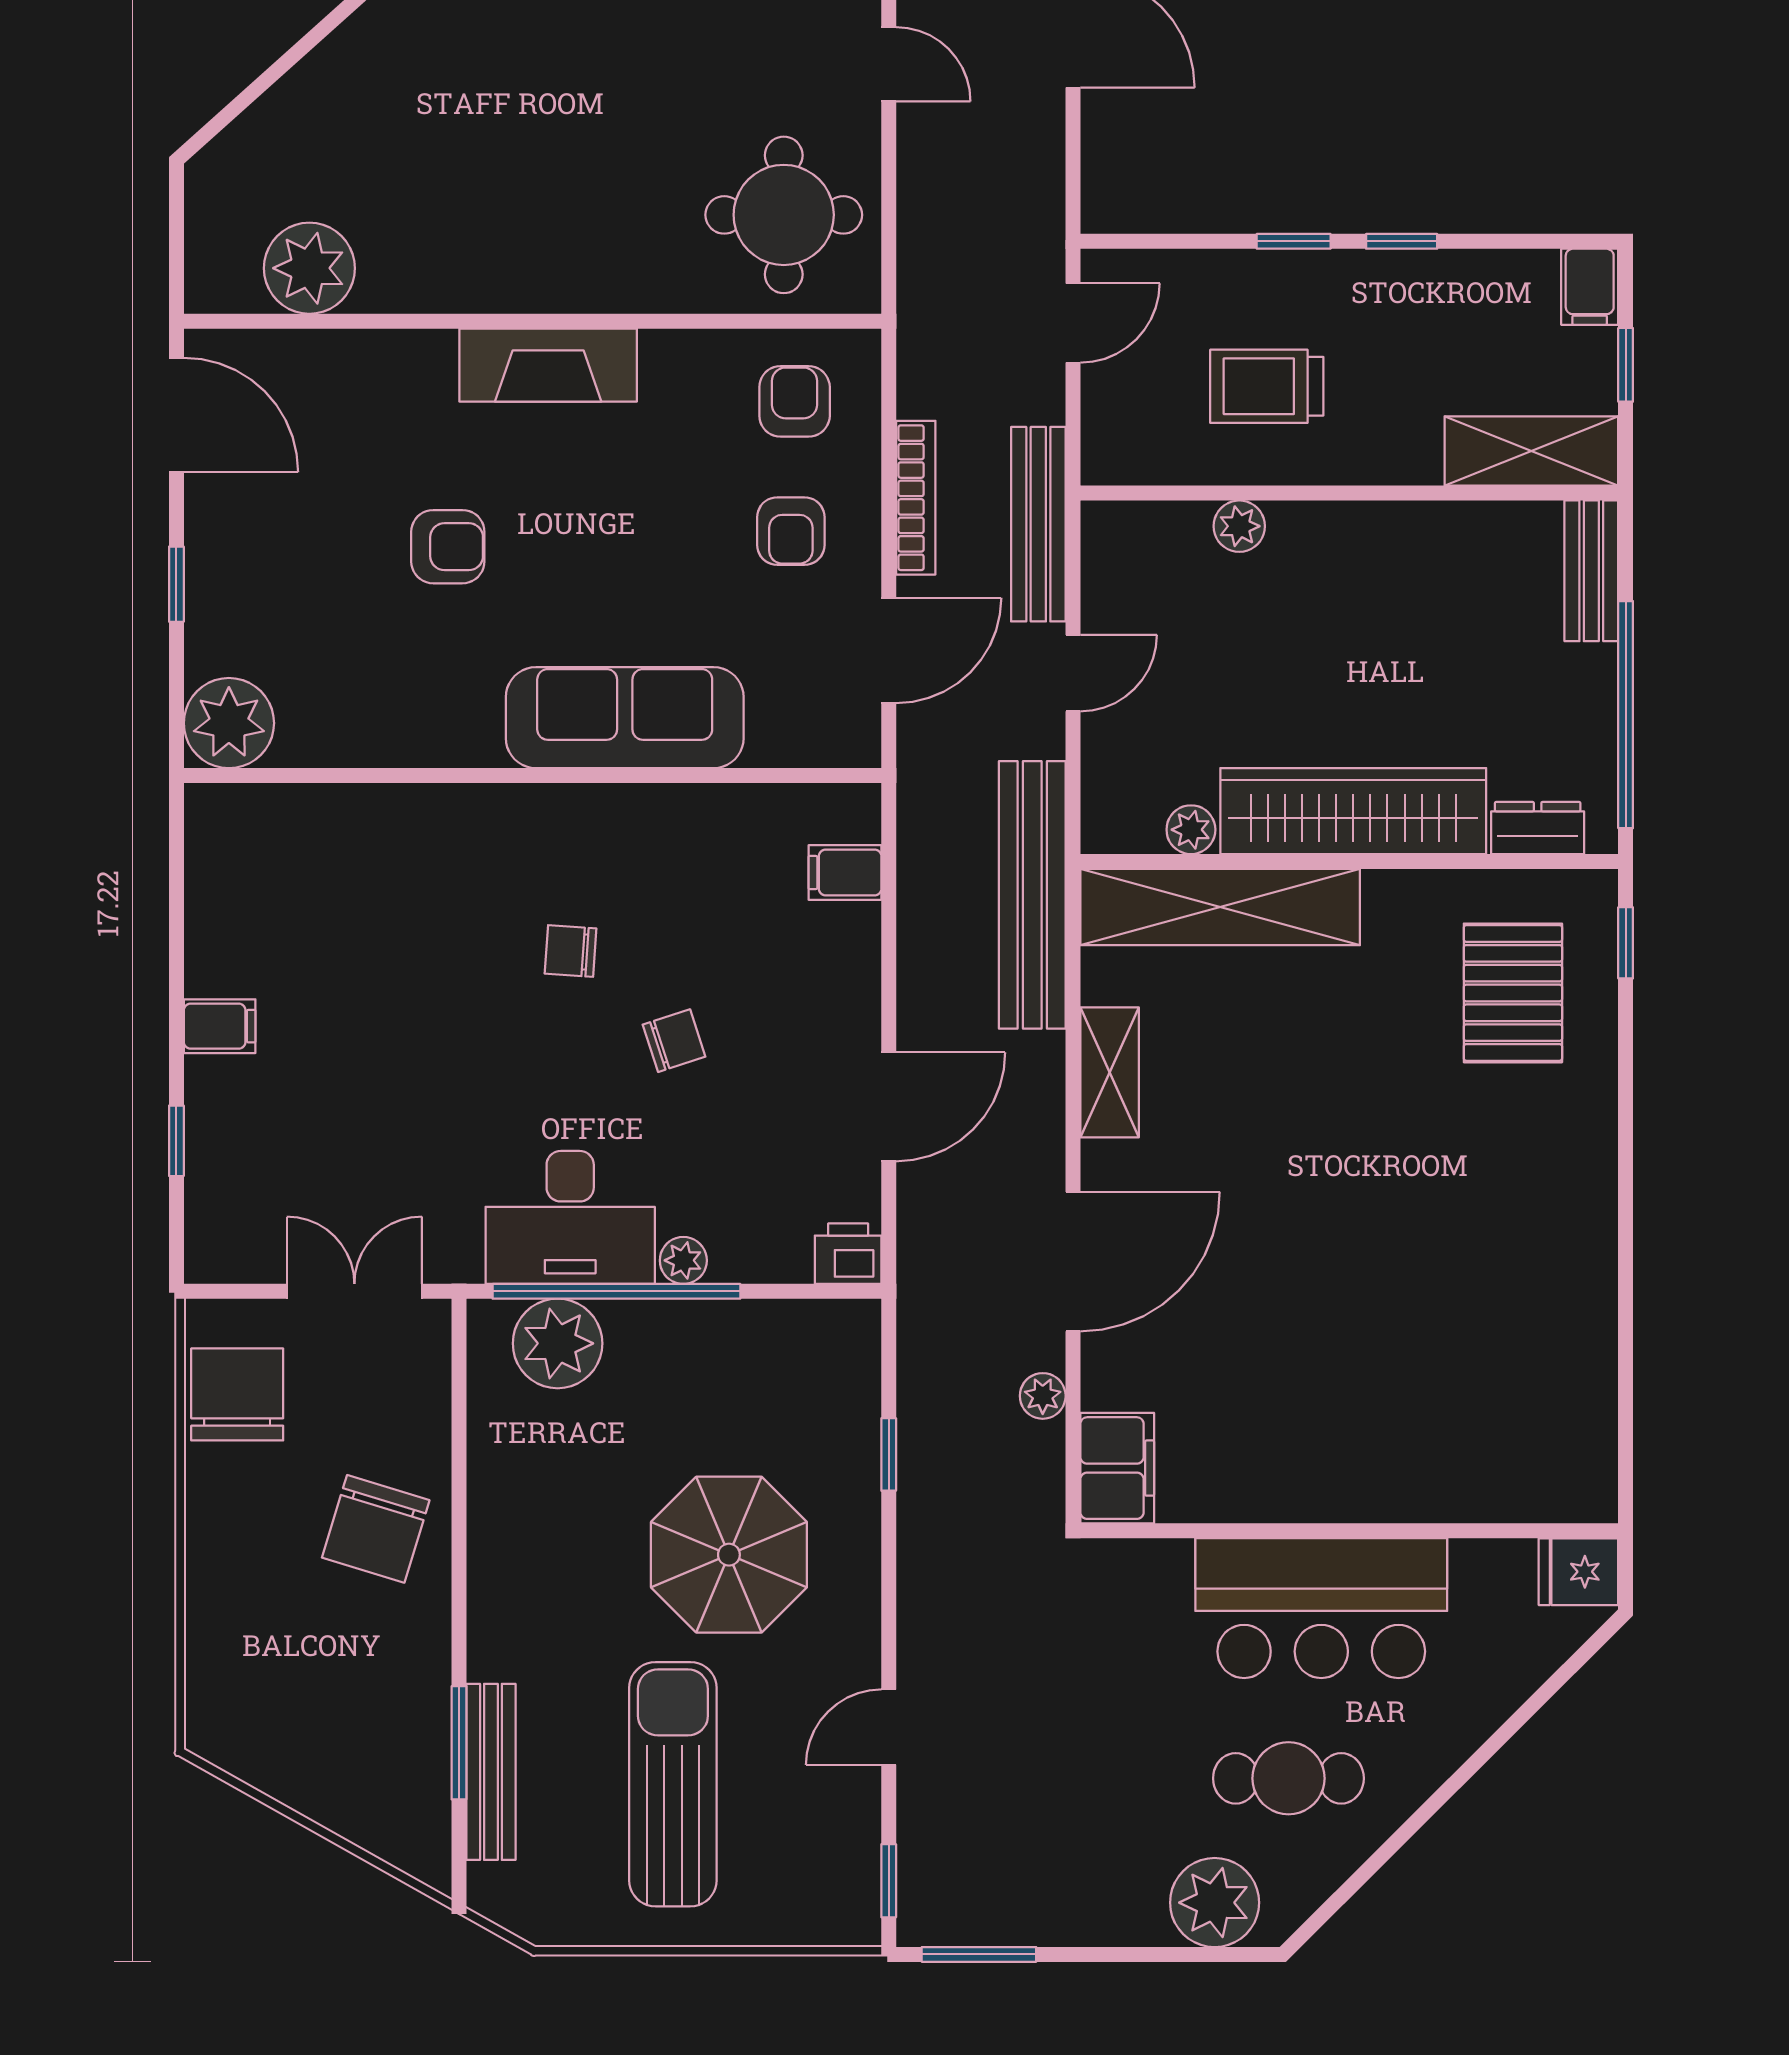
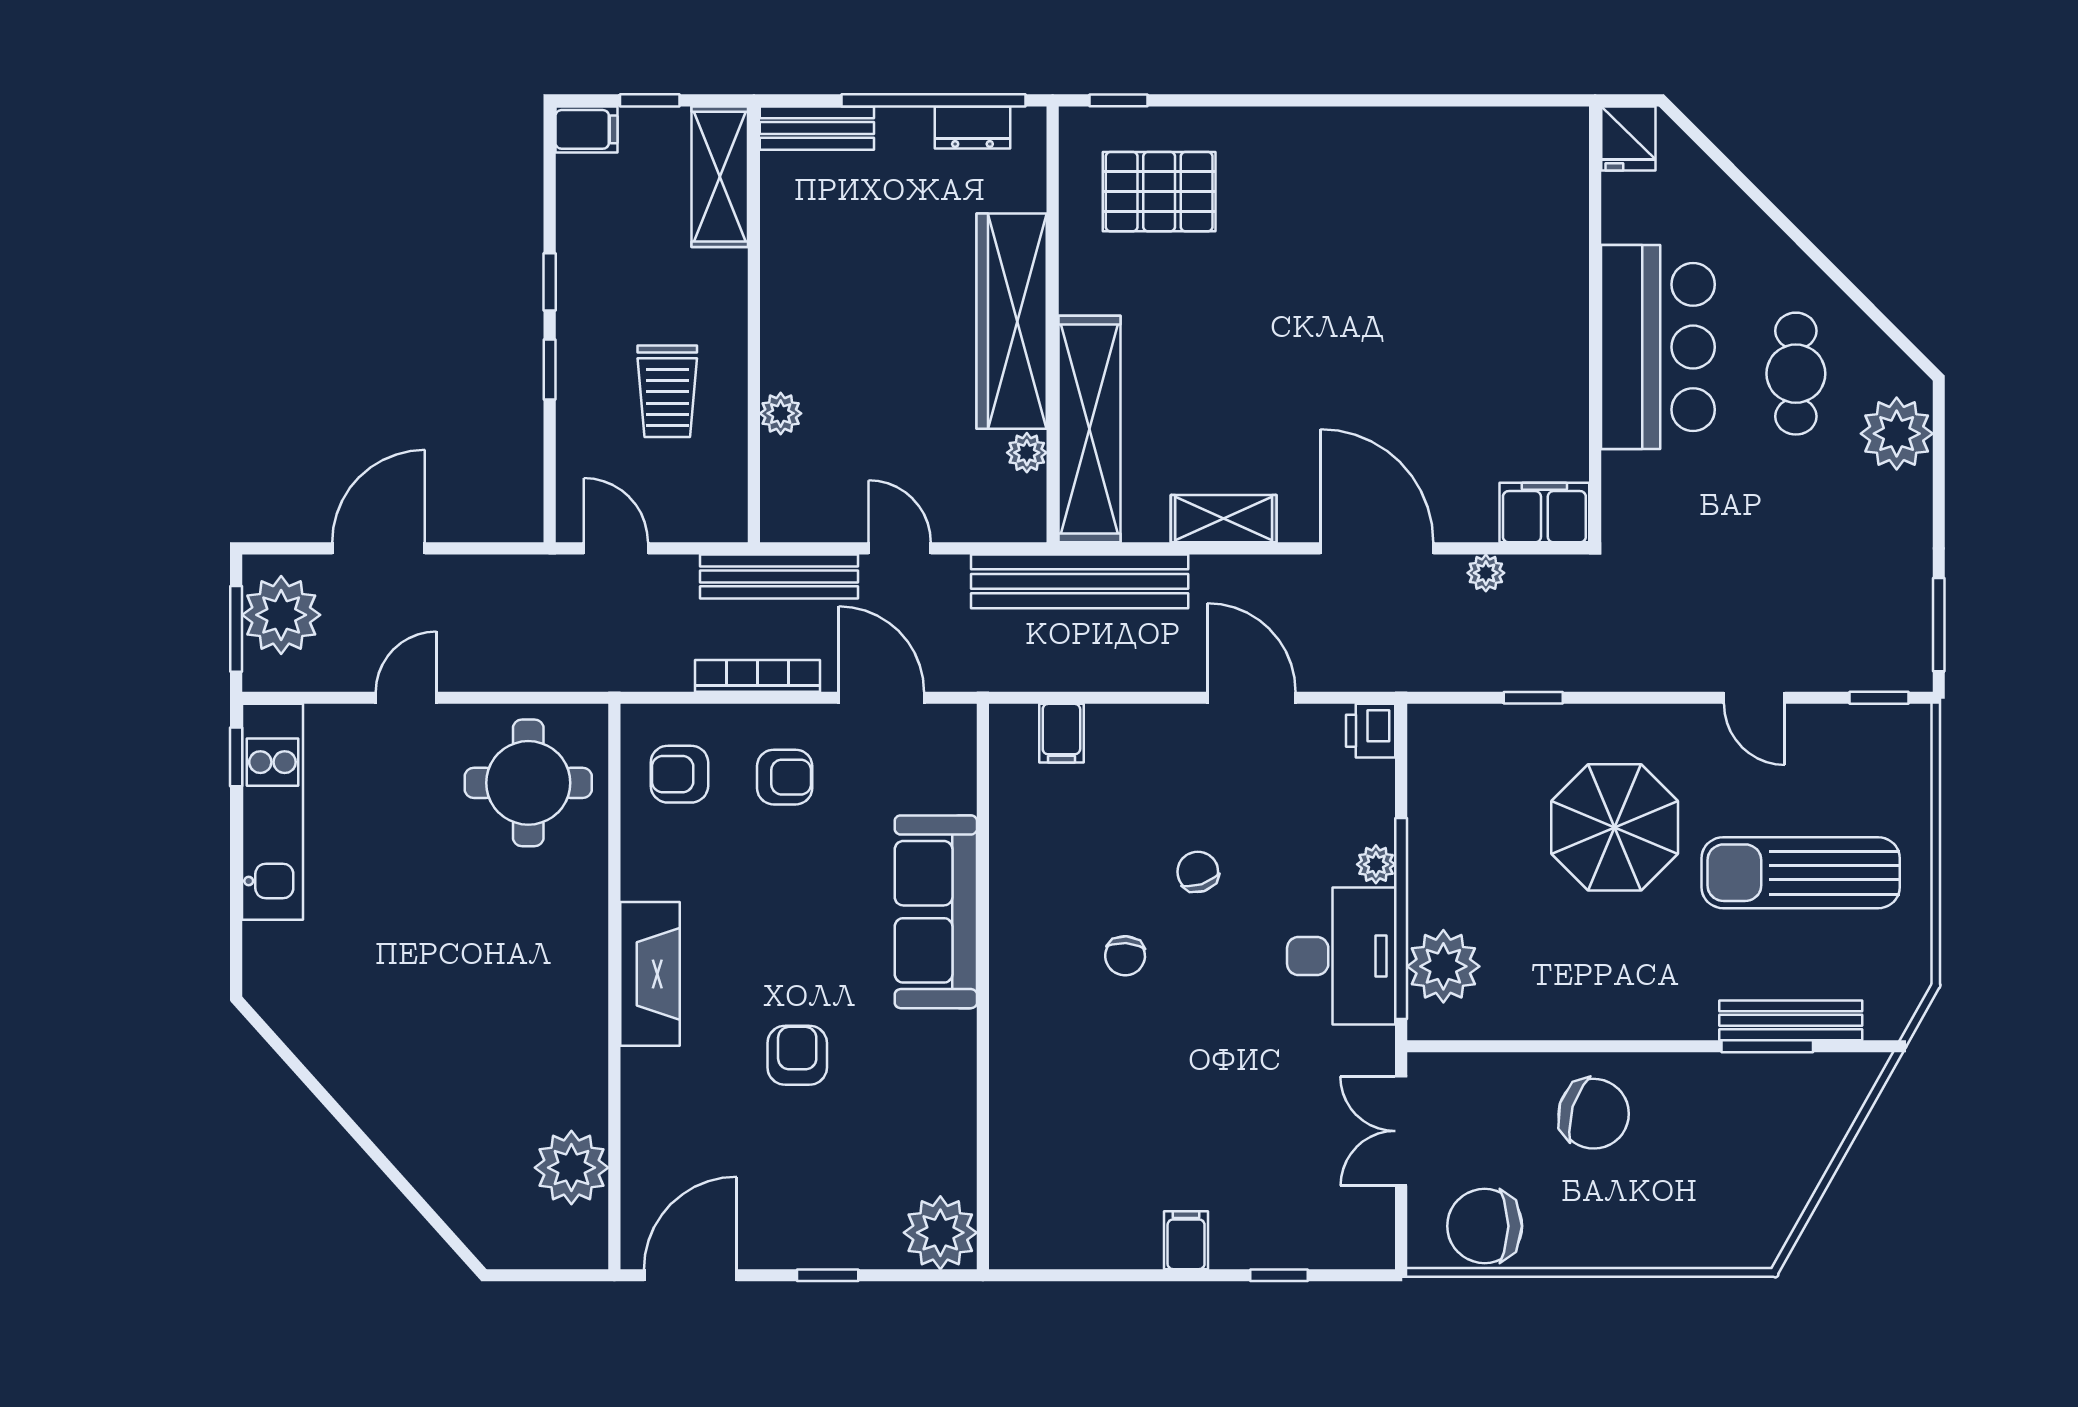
dresser: (1538, 828) -> (972, 127), moved, turned -90

